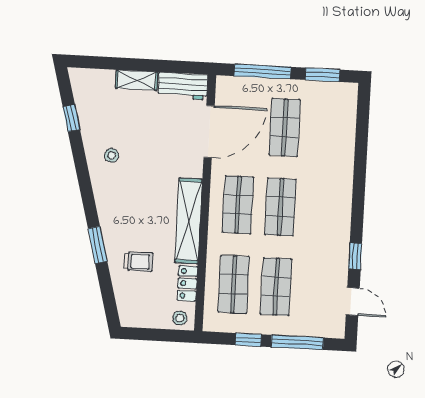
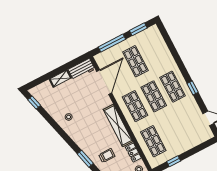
window: (71, 118) -> (34, 103), moved
window: (355, 256) -> (193, 88), moved
shop shelf: (276, 287) -> (173, 87), moved
window: (297, 342) -> (195, 150), removed

